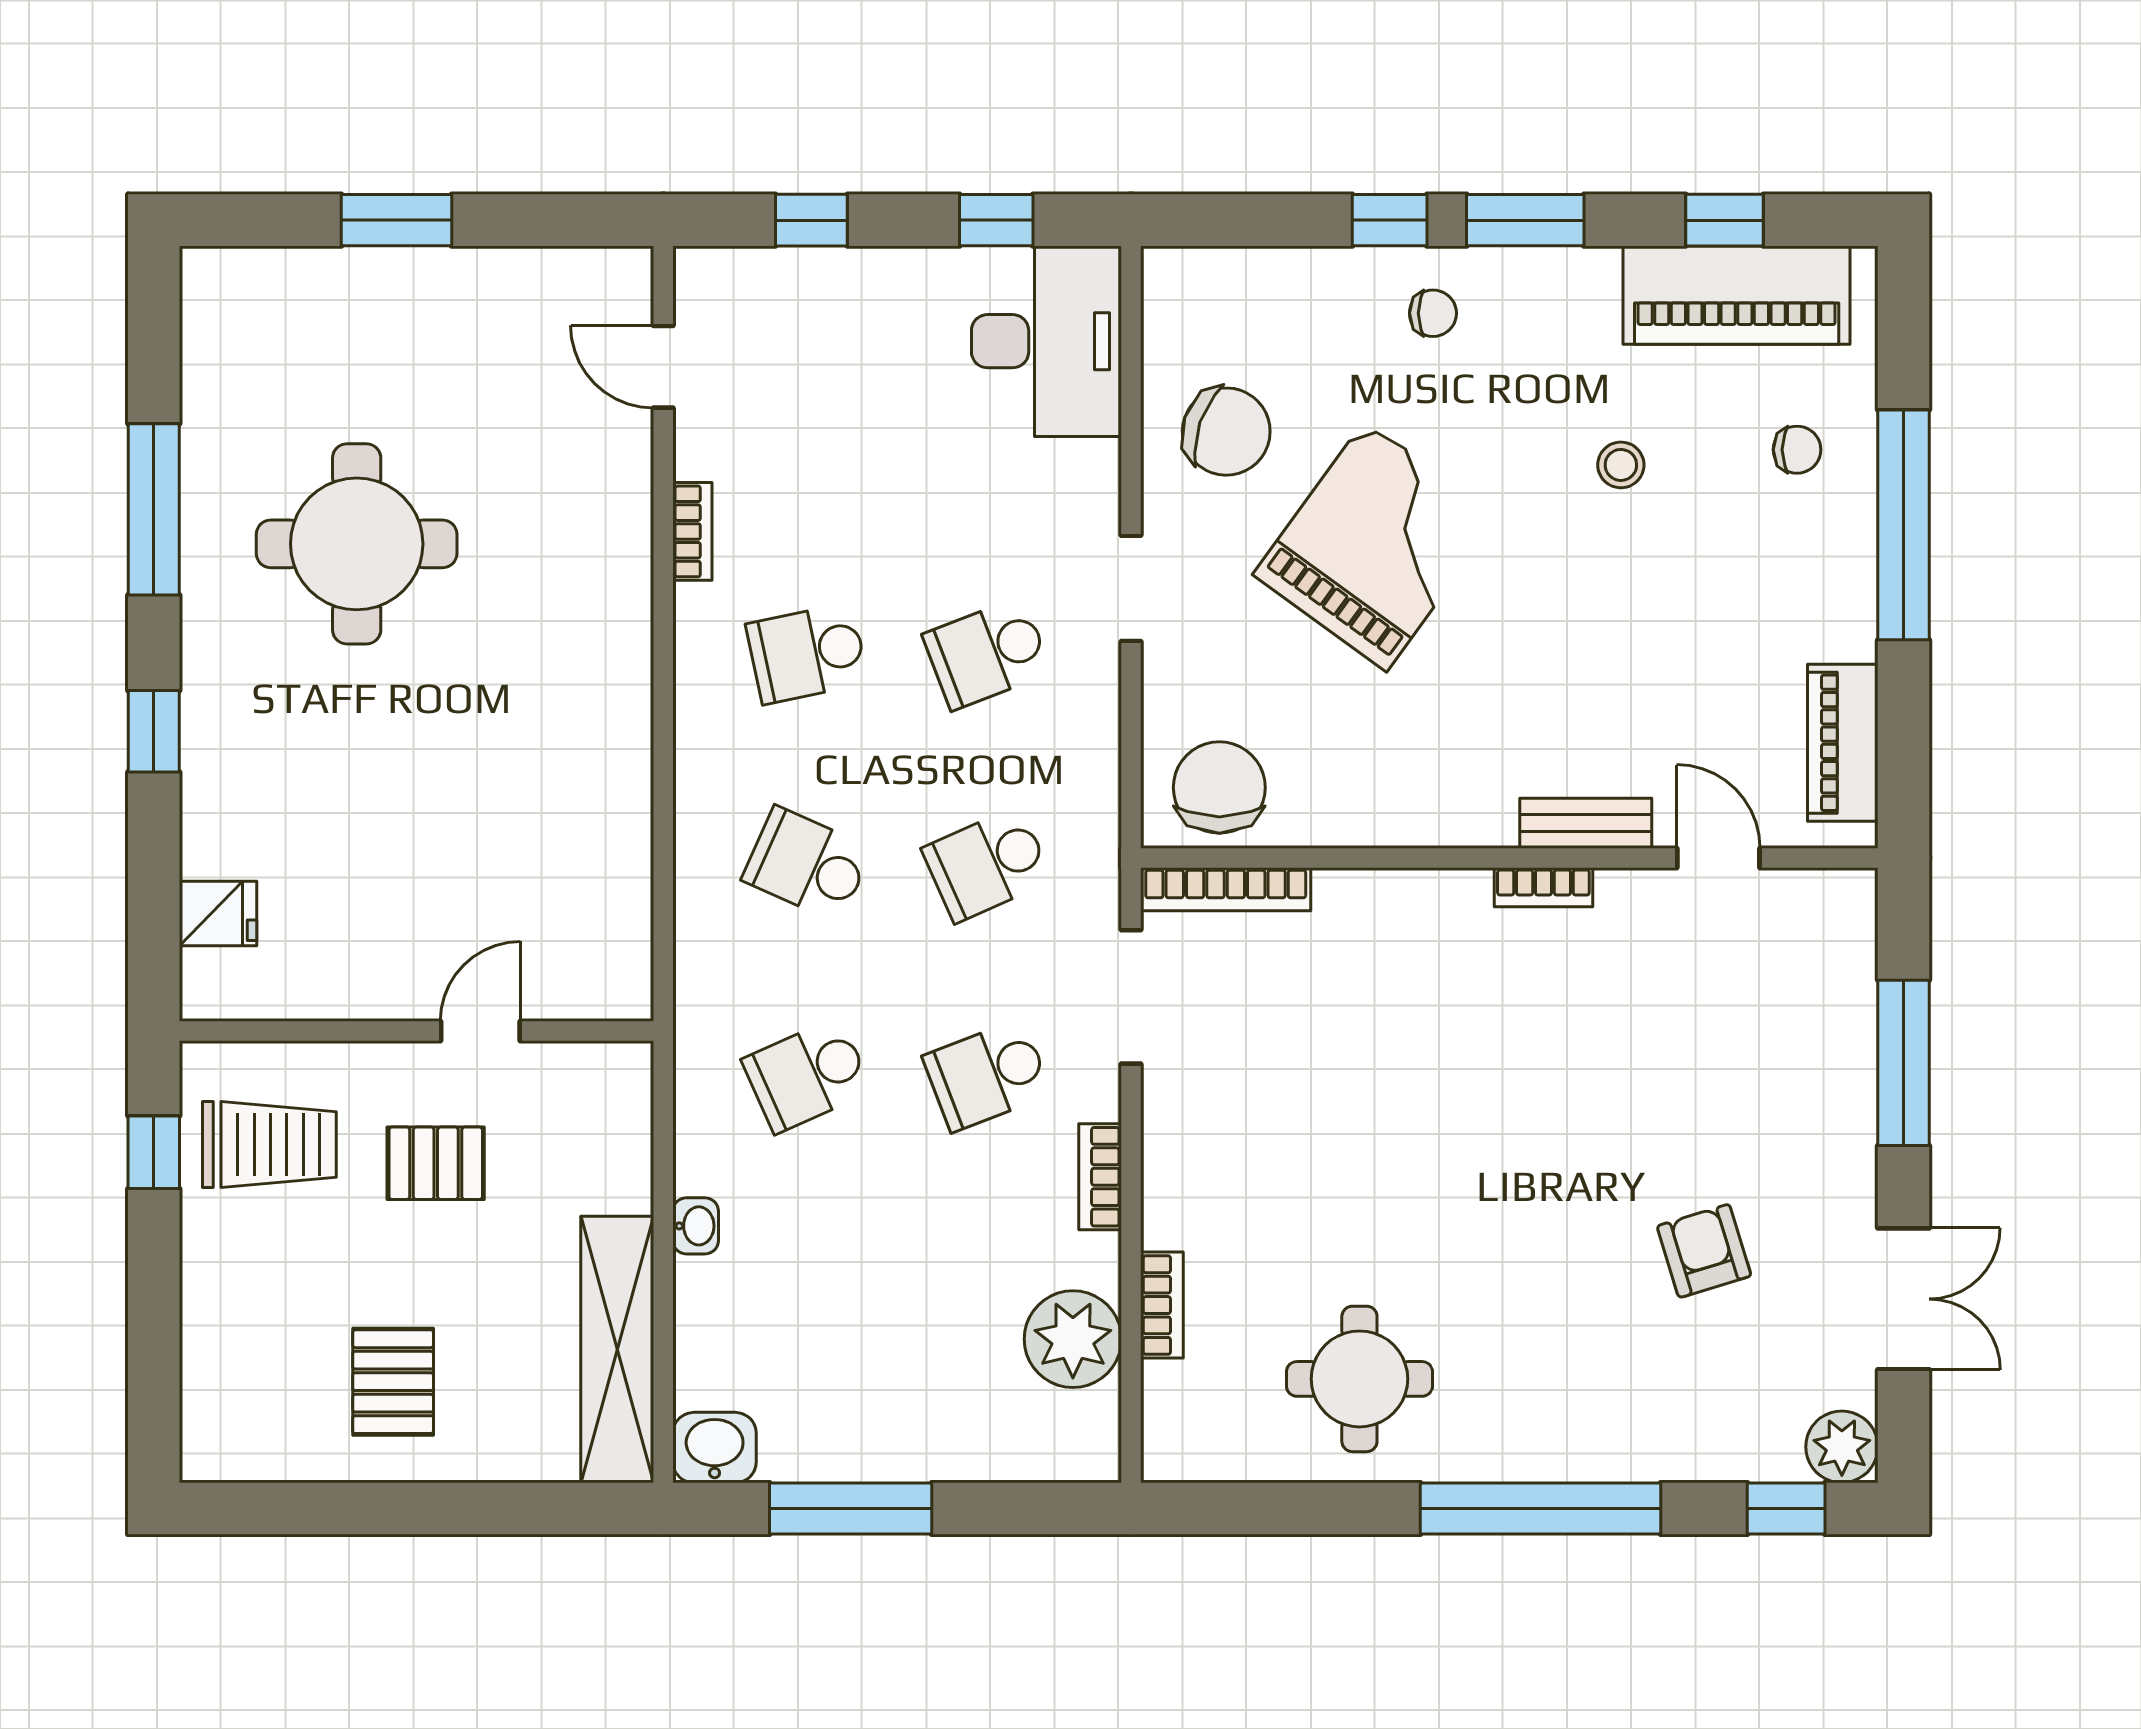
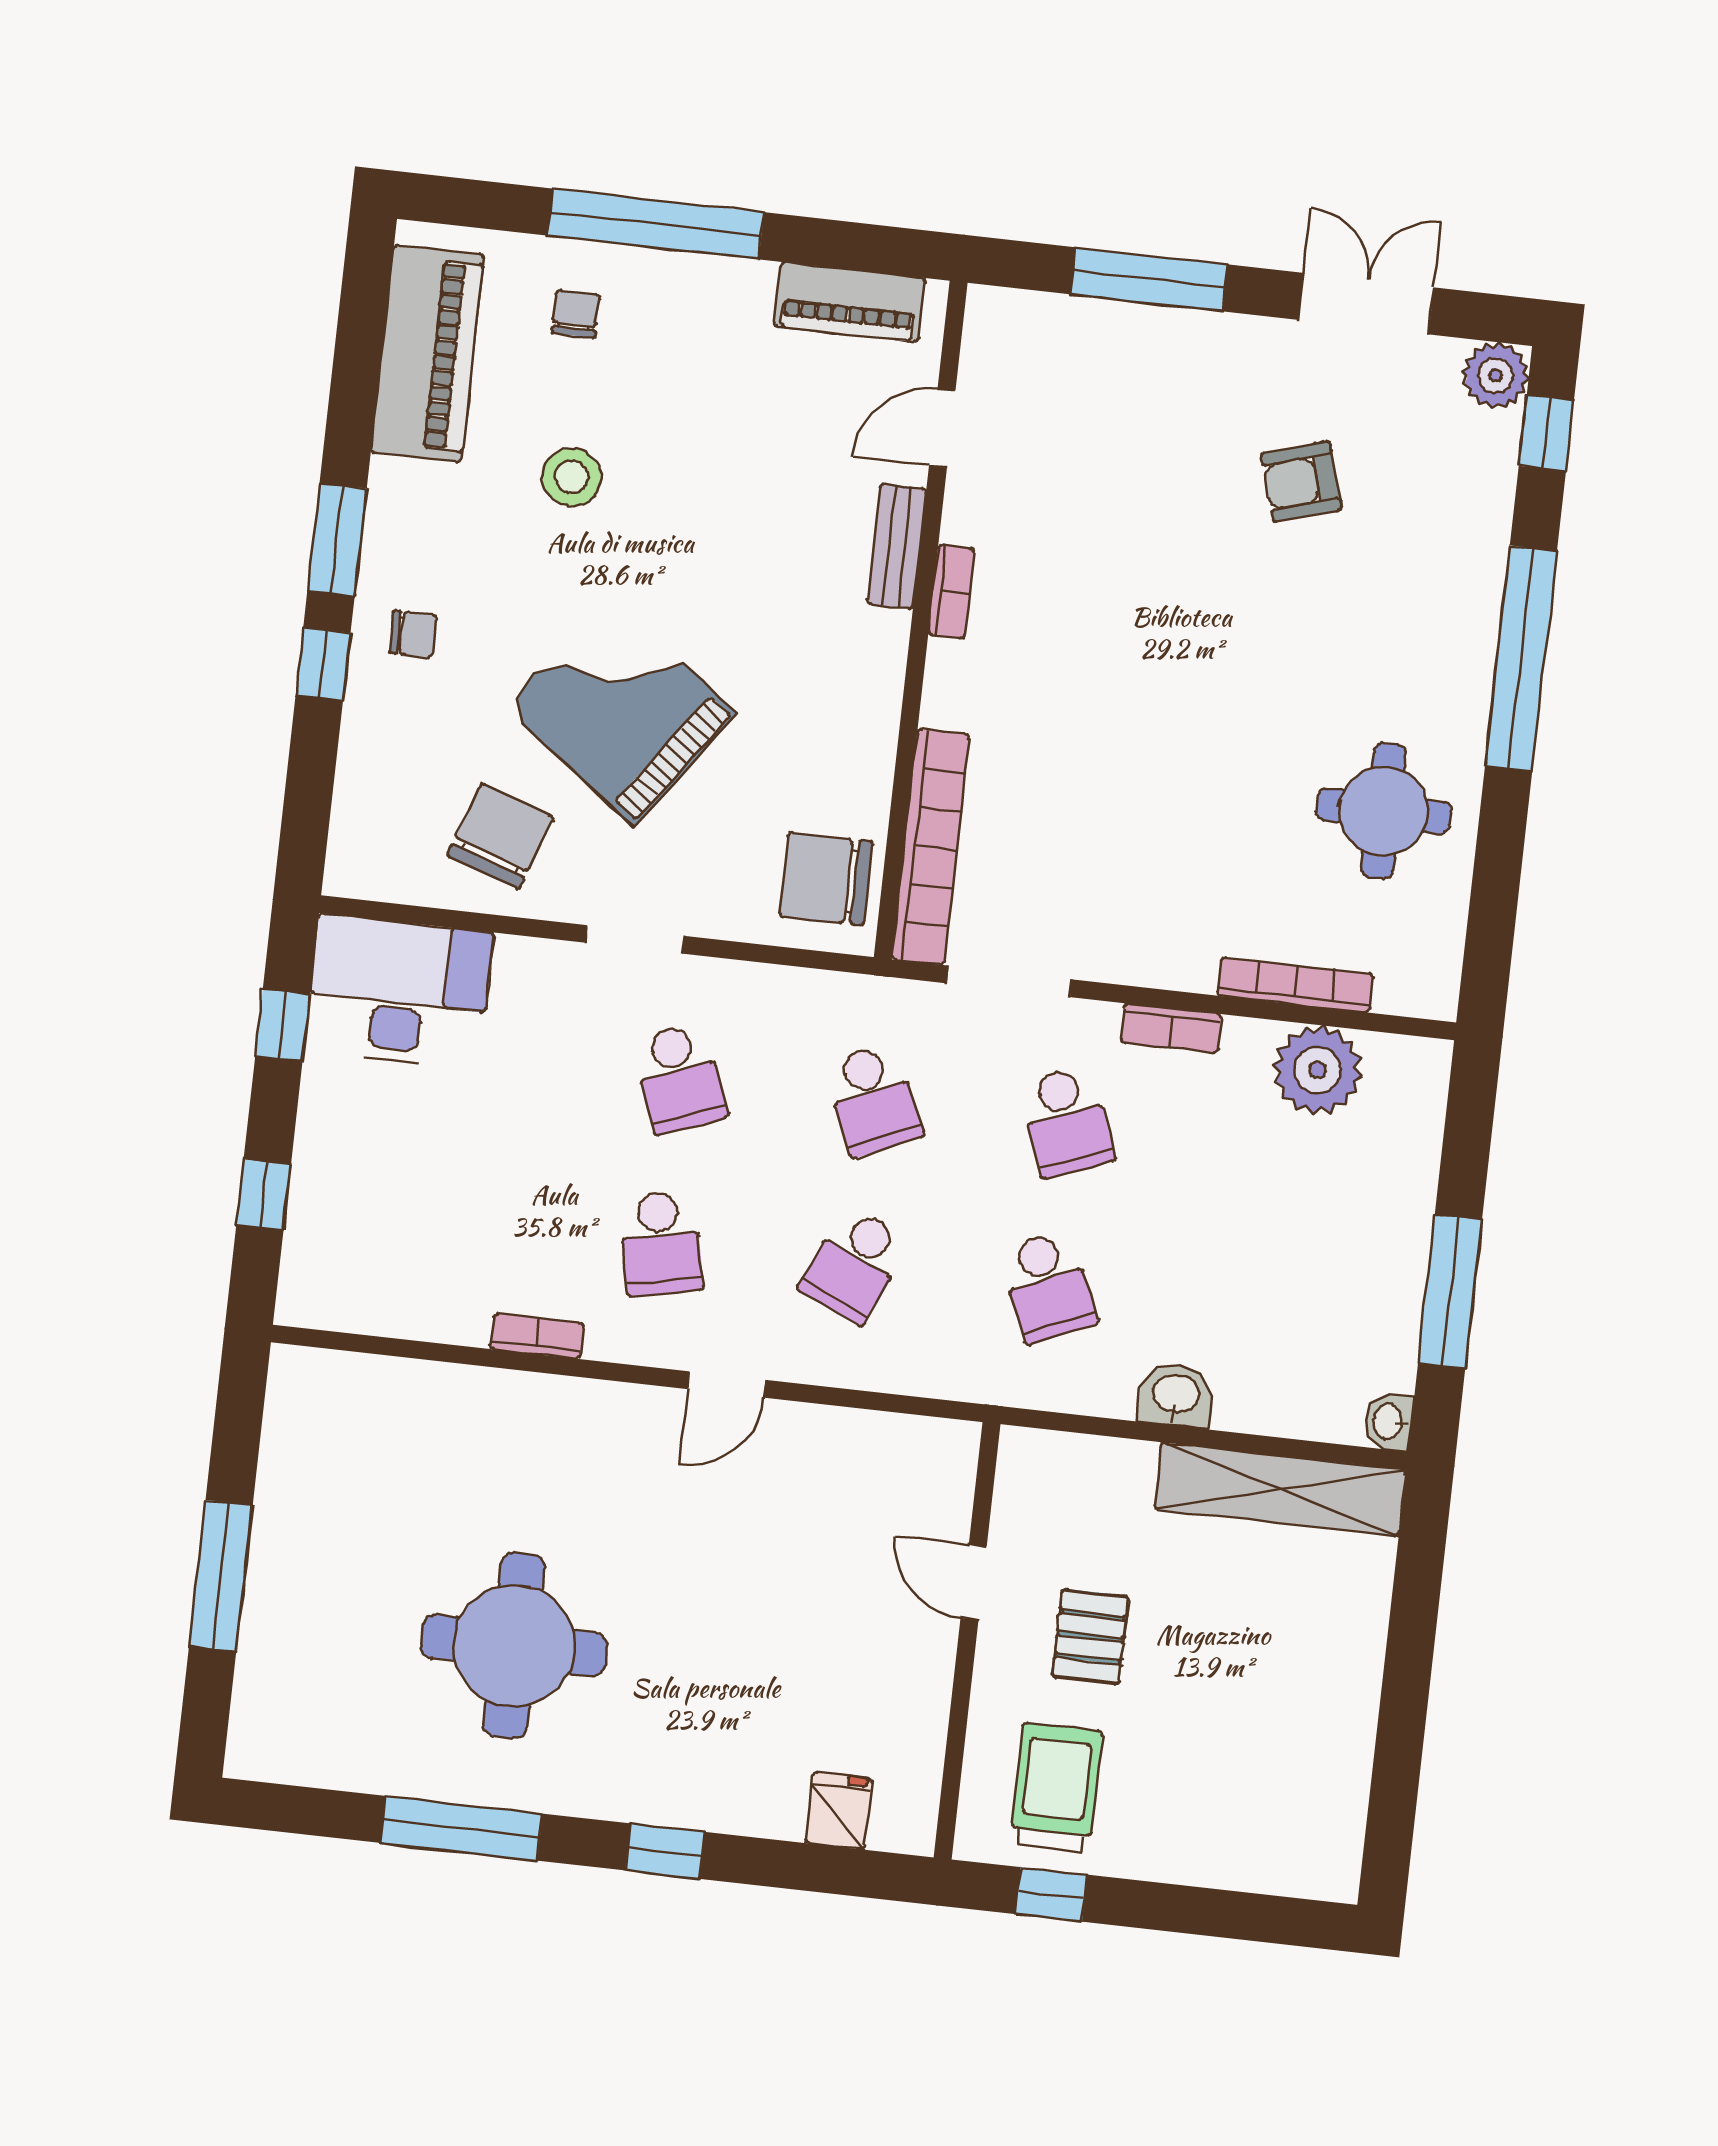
window: (396, 220) -> (221, 1576), width x1.44
window: (1724, 220) -> (358, 357), removed
chair: (1433, 313) -> (413, 634), turned 90
door: (663, 367) -> (727, 1384), moved
stool: (1621, 465) -> (572, 477), width x1.37, depth x1.37
bookcase: (1226, 889) -> (931, 847), width x1.48, depth x1.31
washbasin: (696, 1226) -> (1176, 1395), width x1.38, depth x1.45
bookcase: (1162, 1305) -> (1295, 985), width x1.56
pallet: (393, 1382) -> (1287, 1698), removed
washbasin: (715, 1448) -> (1389, 1422), width x0.72, depth x0.69

